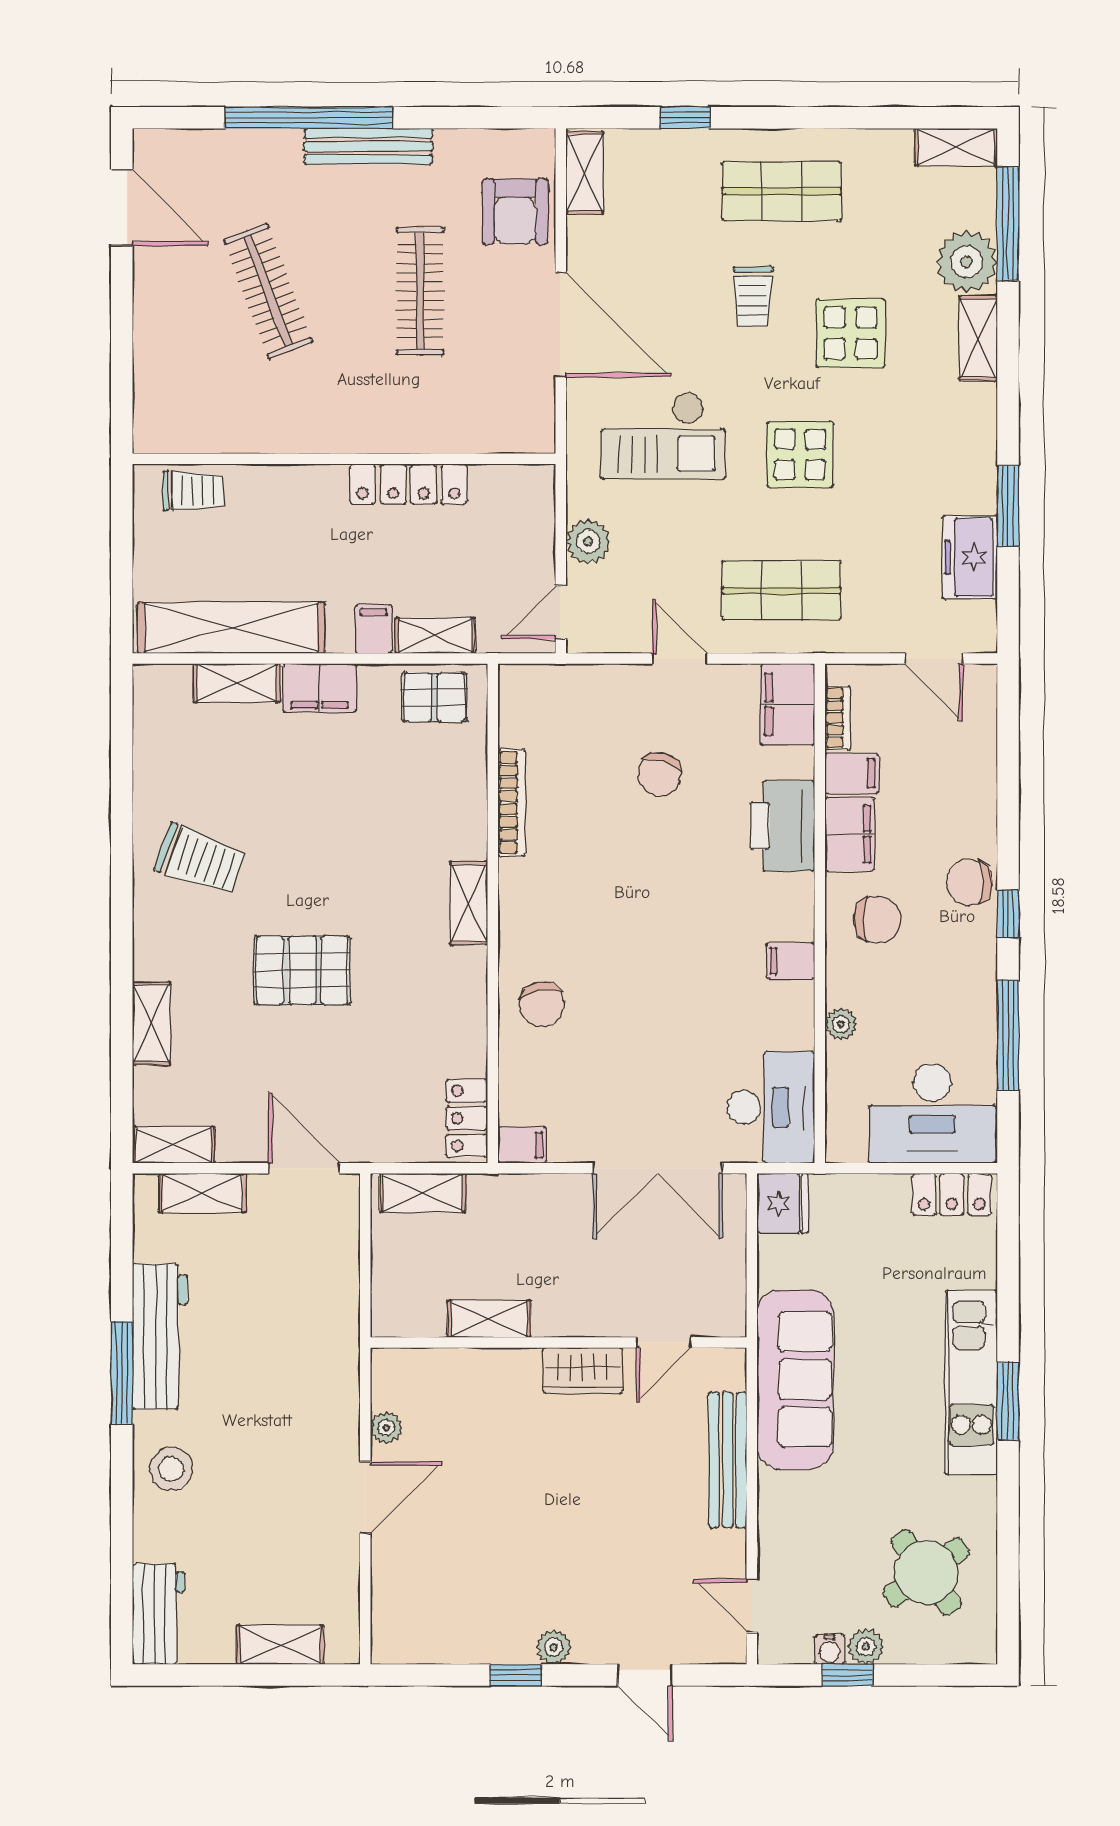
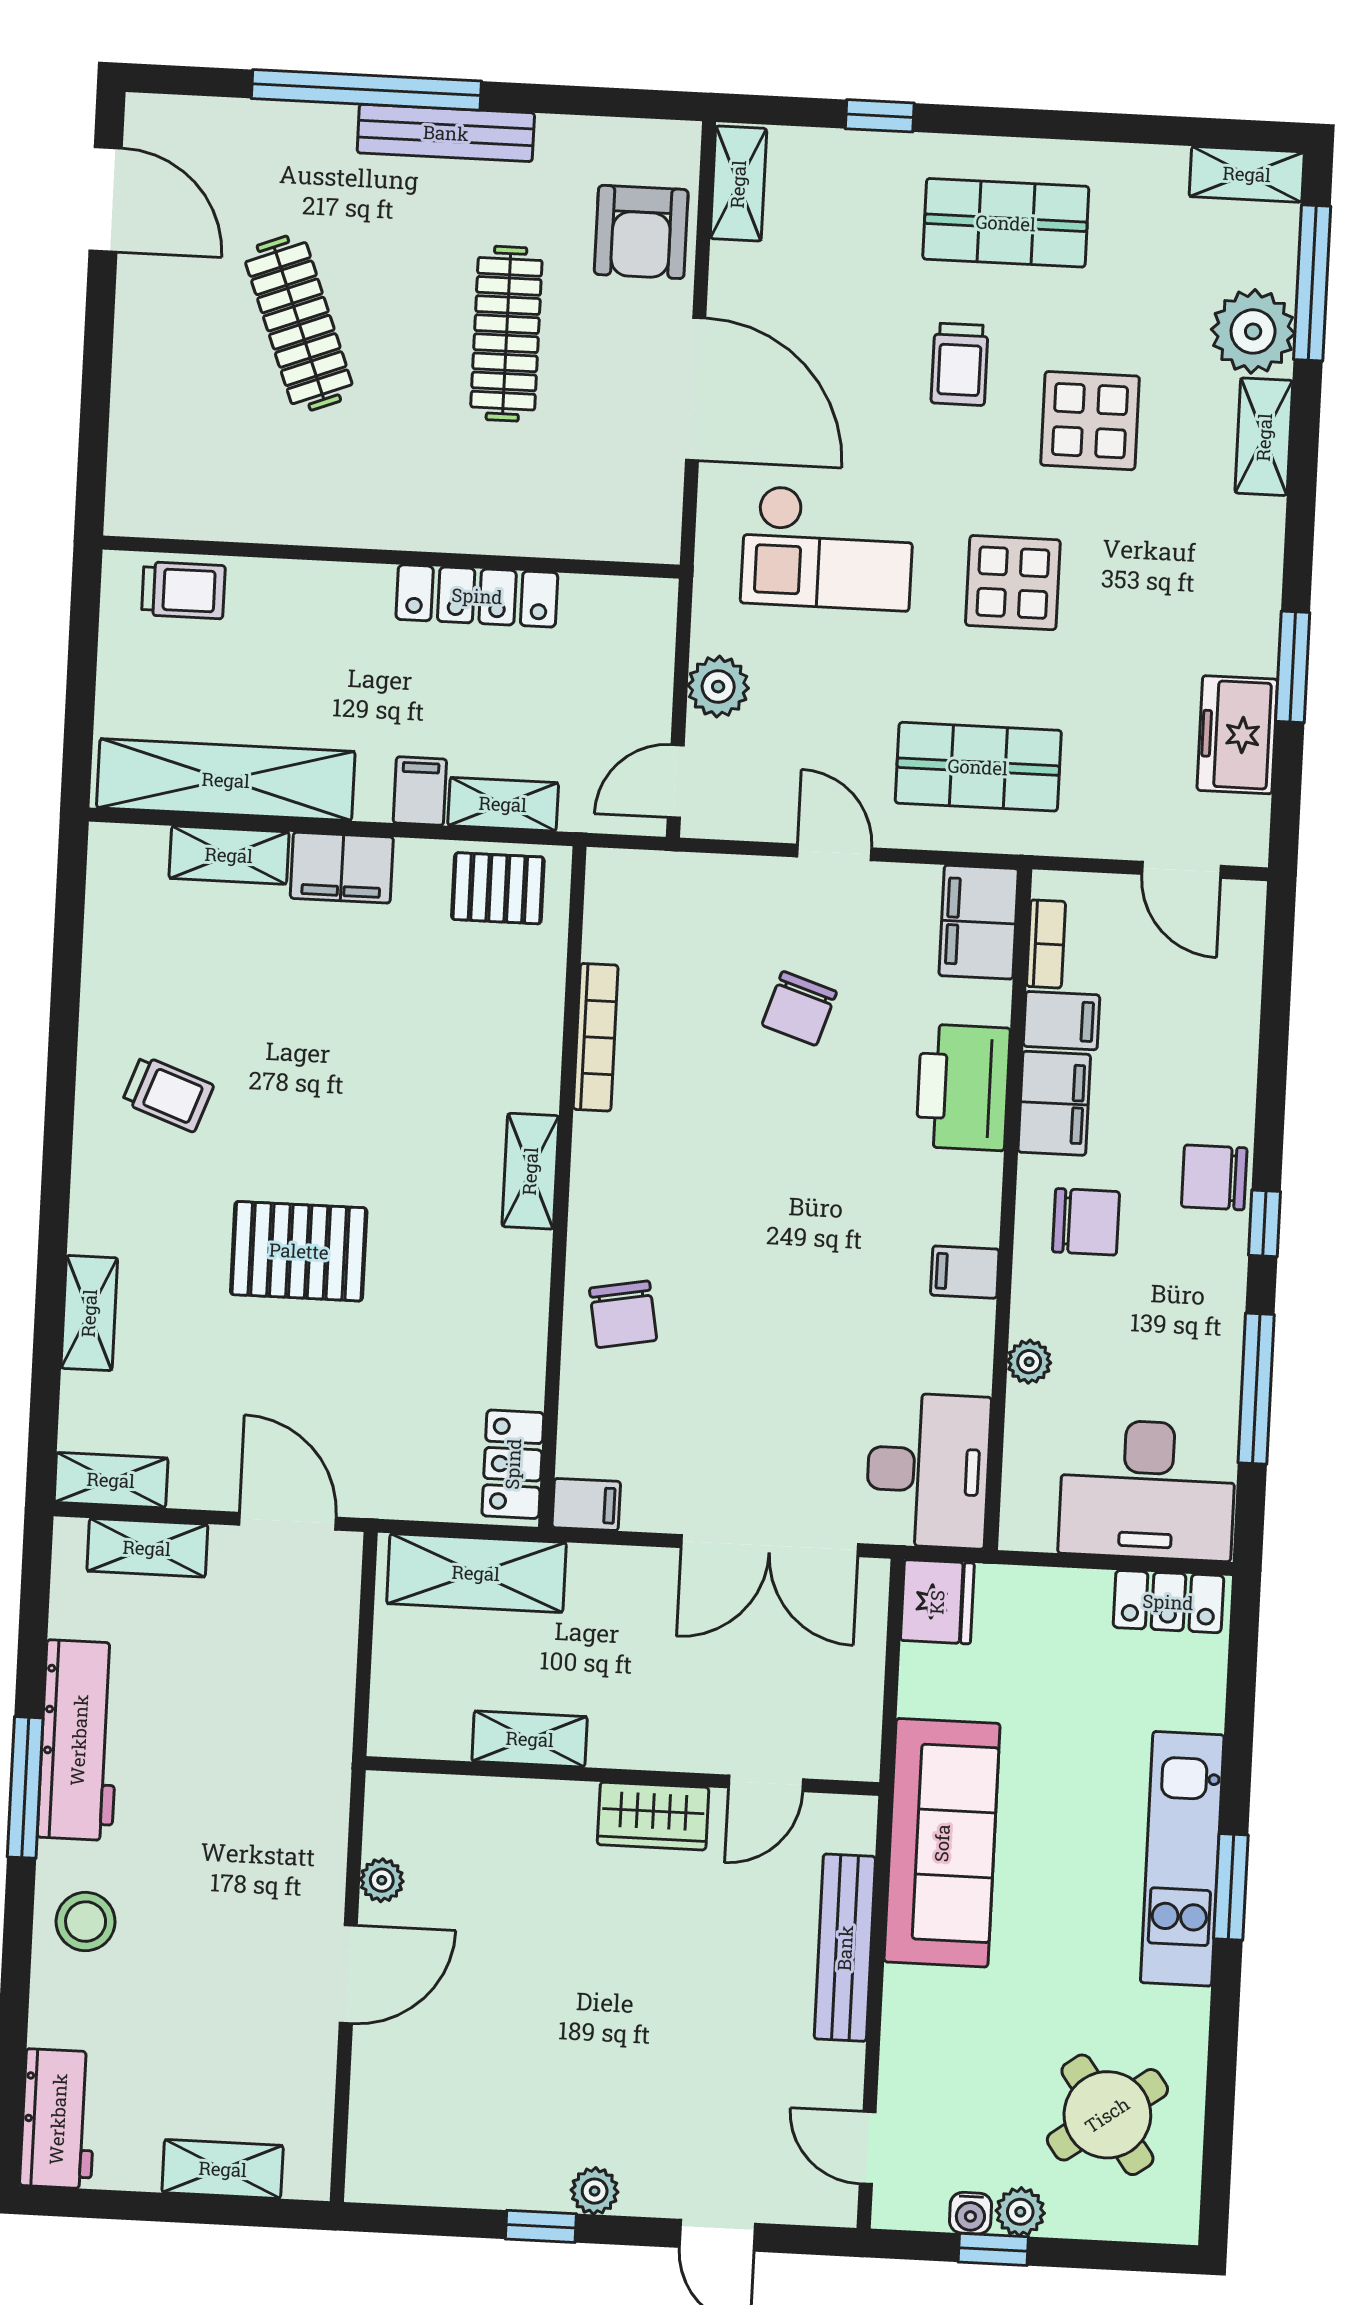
trolley: (201, 860) -> (168, 1094), width x0.73, depth x0.72
shelving: (423, 1193) -> (476, 1573), width x1.50, depth x1.33

